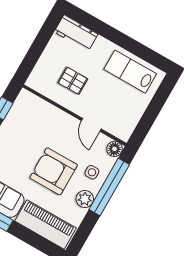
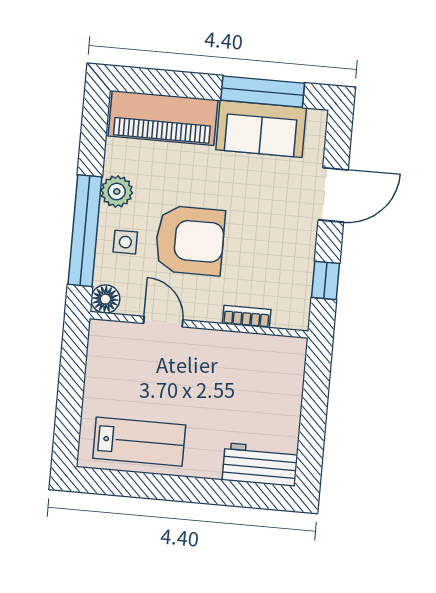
pallet: (73, 81) -> (229, 382), removed
bookcase: (49, 109) -> (247, 317), added
armchair: (54, 171) -> (190, 240), moved

